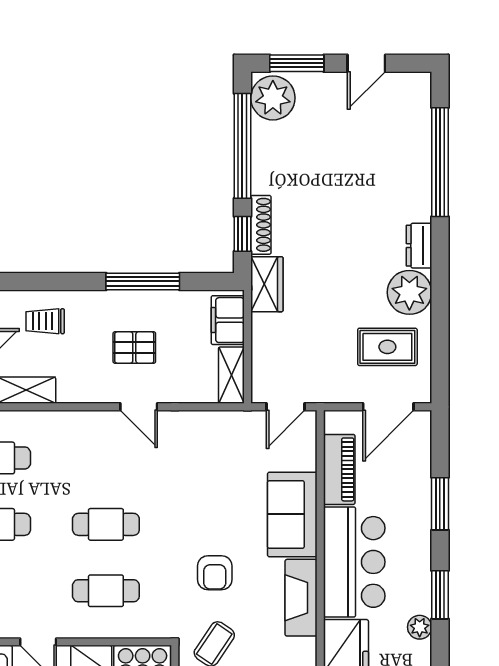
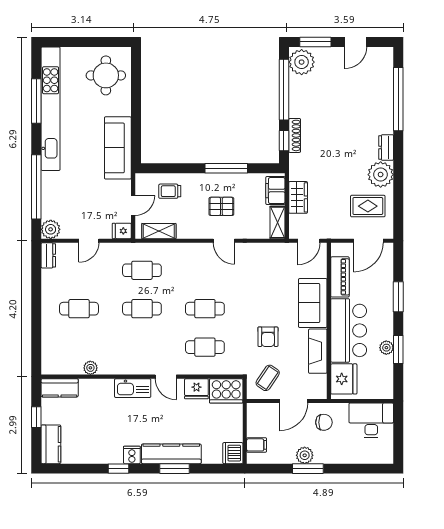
wardrobe: (267, 284) -> (298, 197), moved
plant: (420, 627) -> (386, 348), moved

